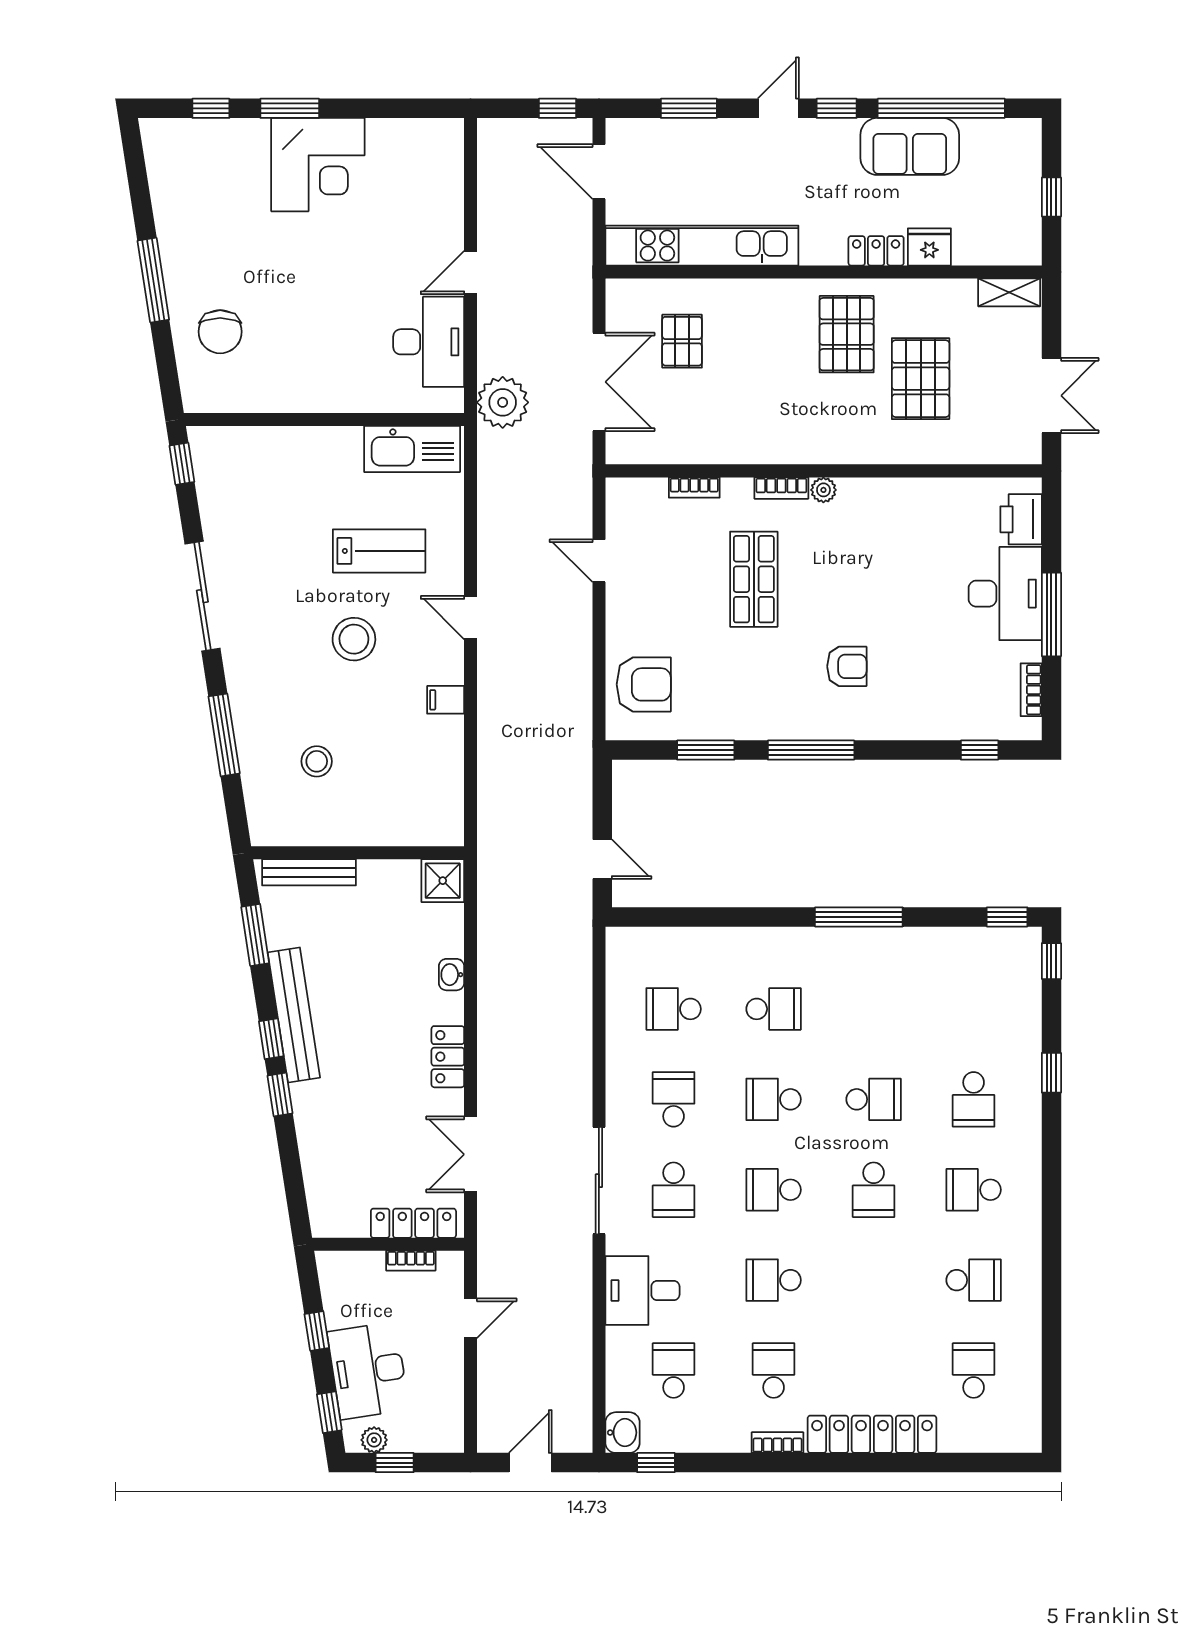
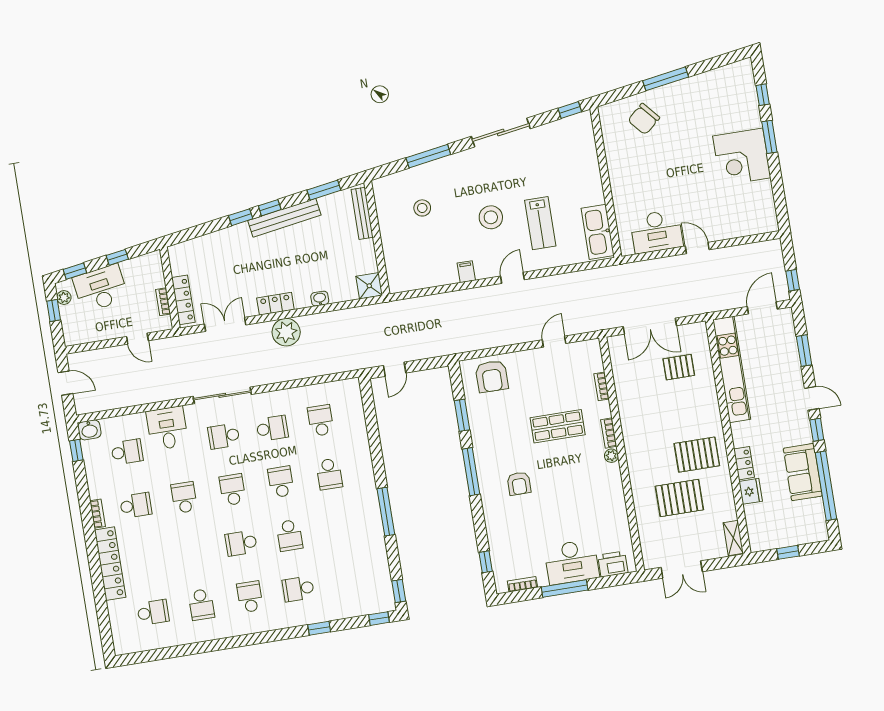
chair: (220, 332) -> (644, 119), turned -41
plant: (503, 402) -> (286, 332), moved

